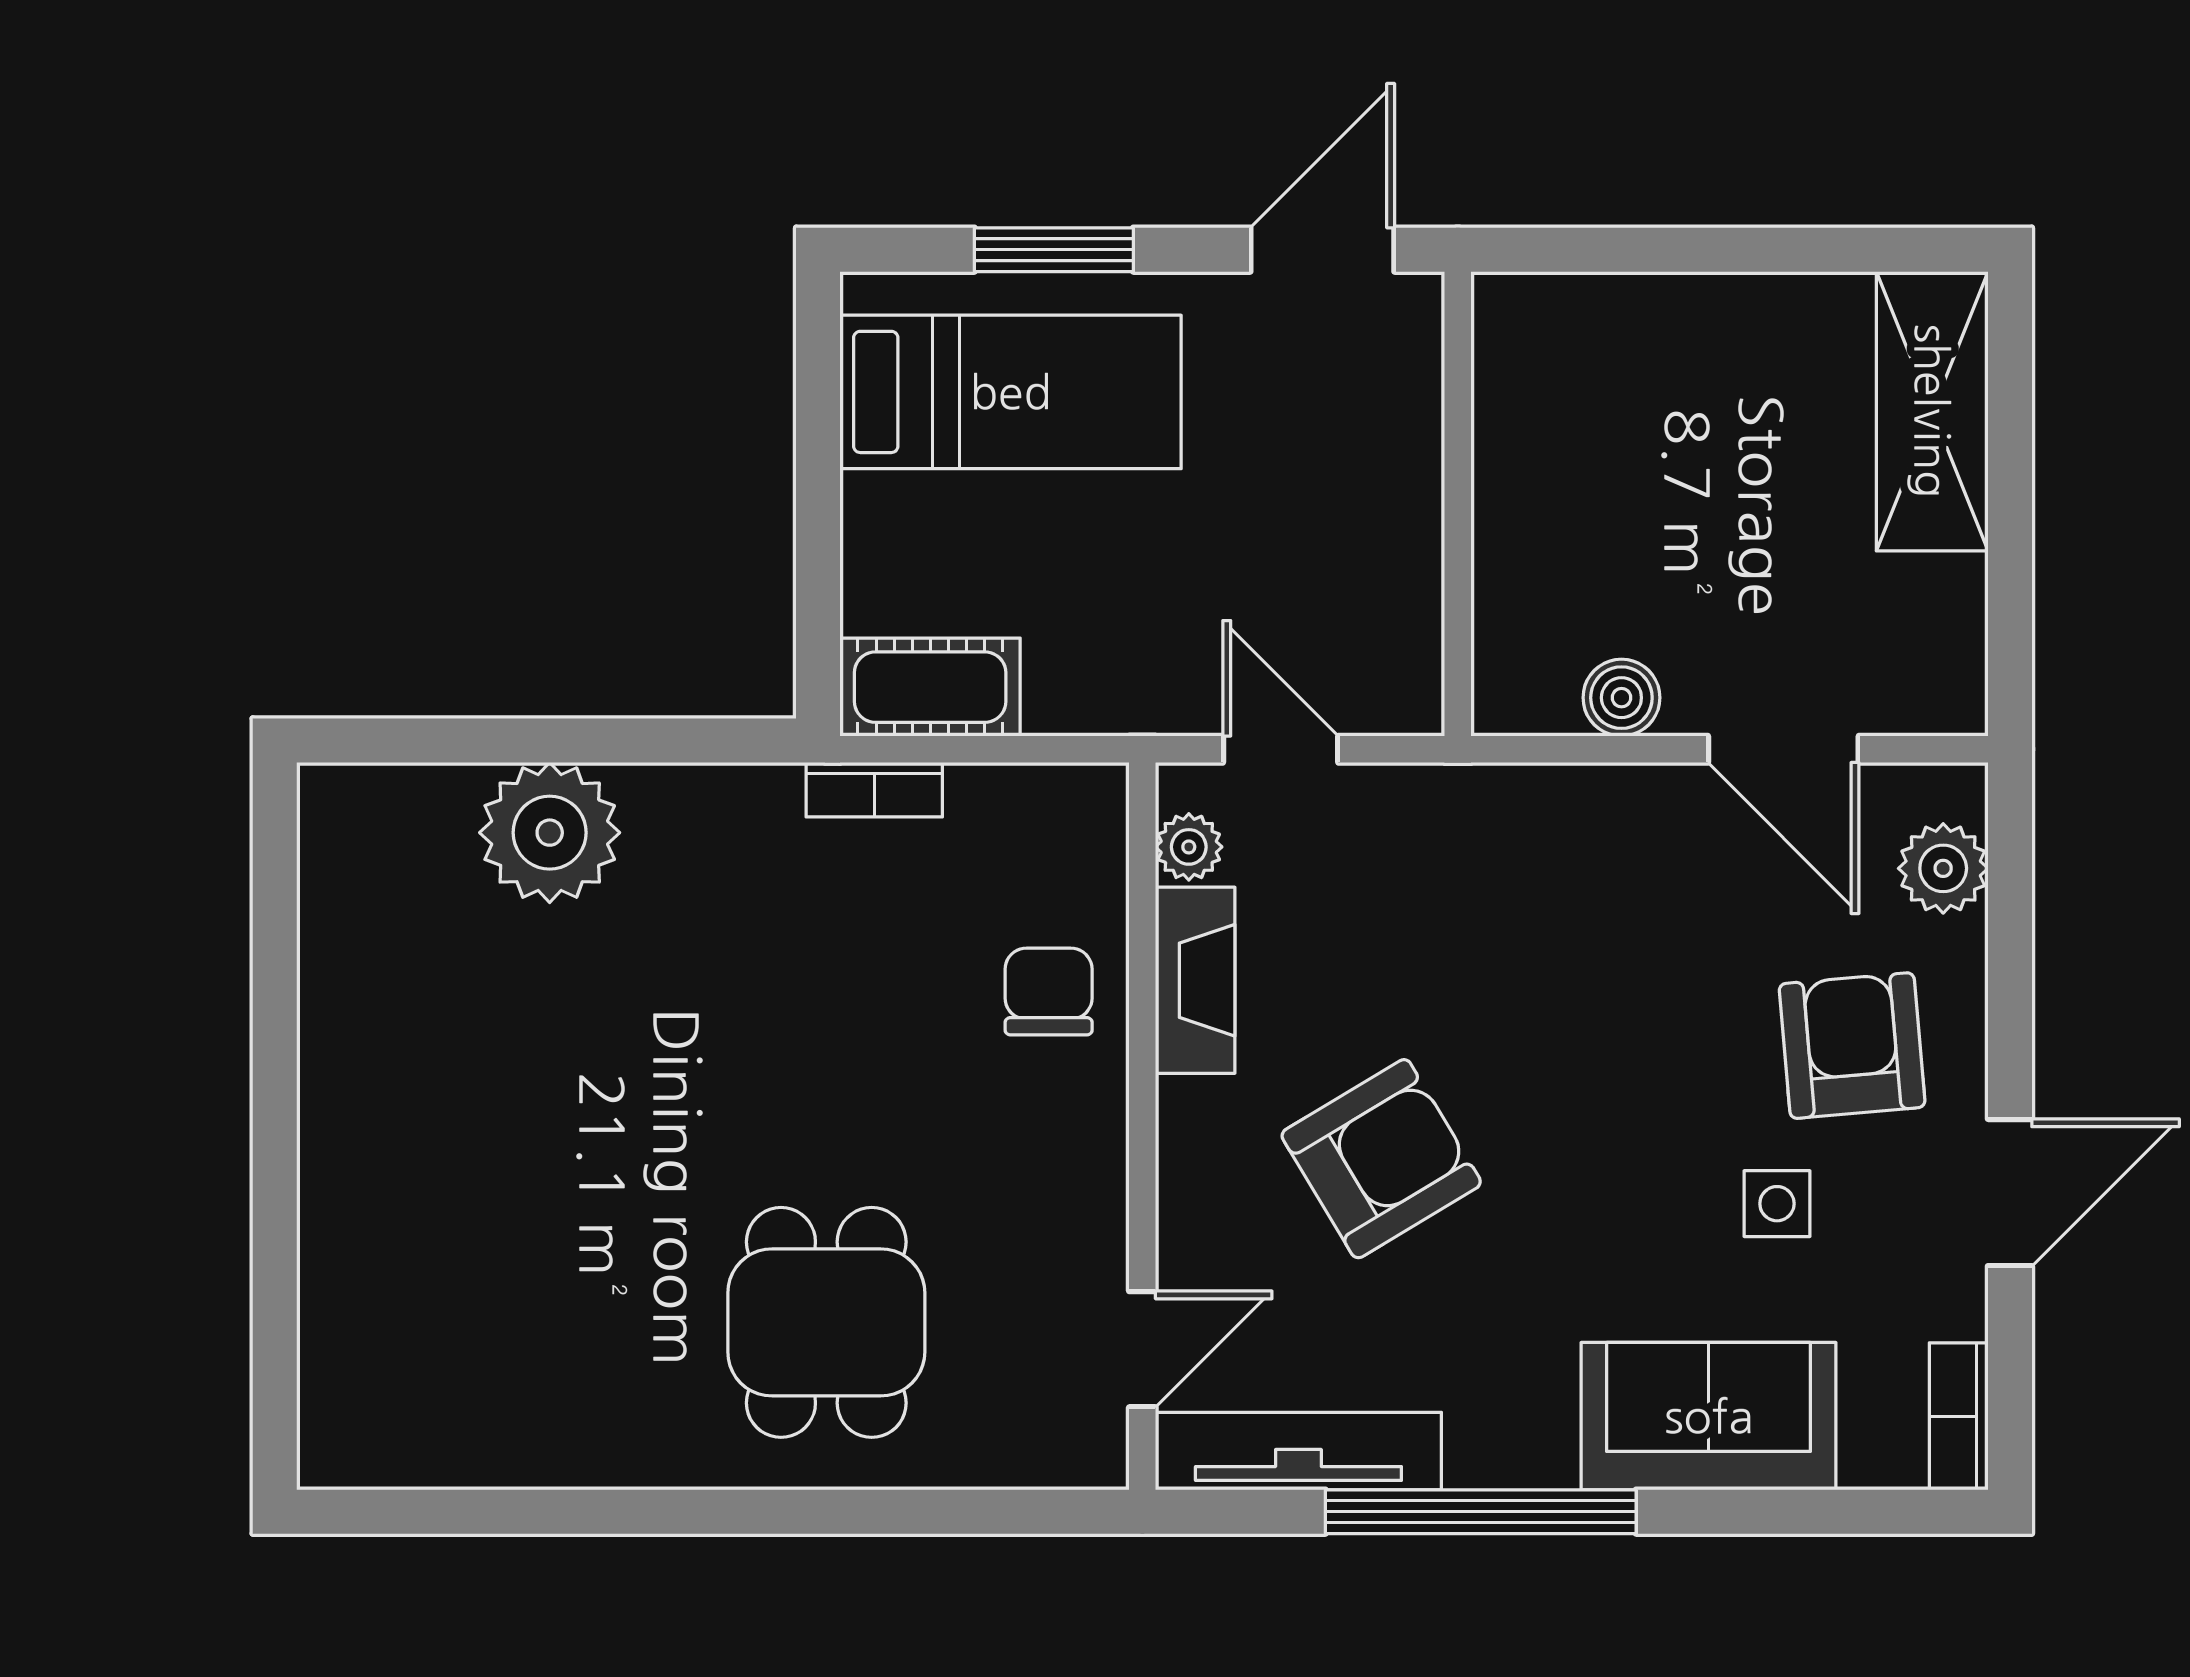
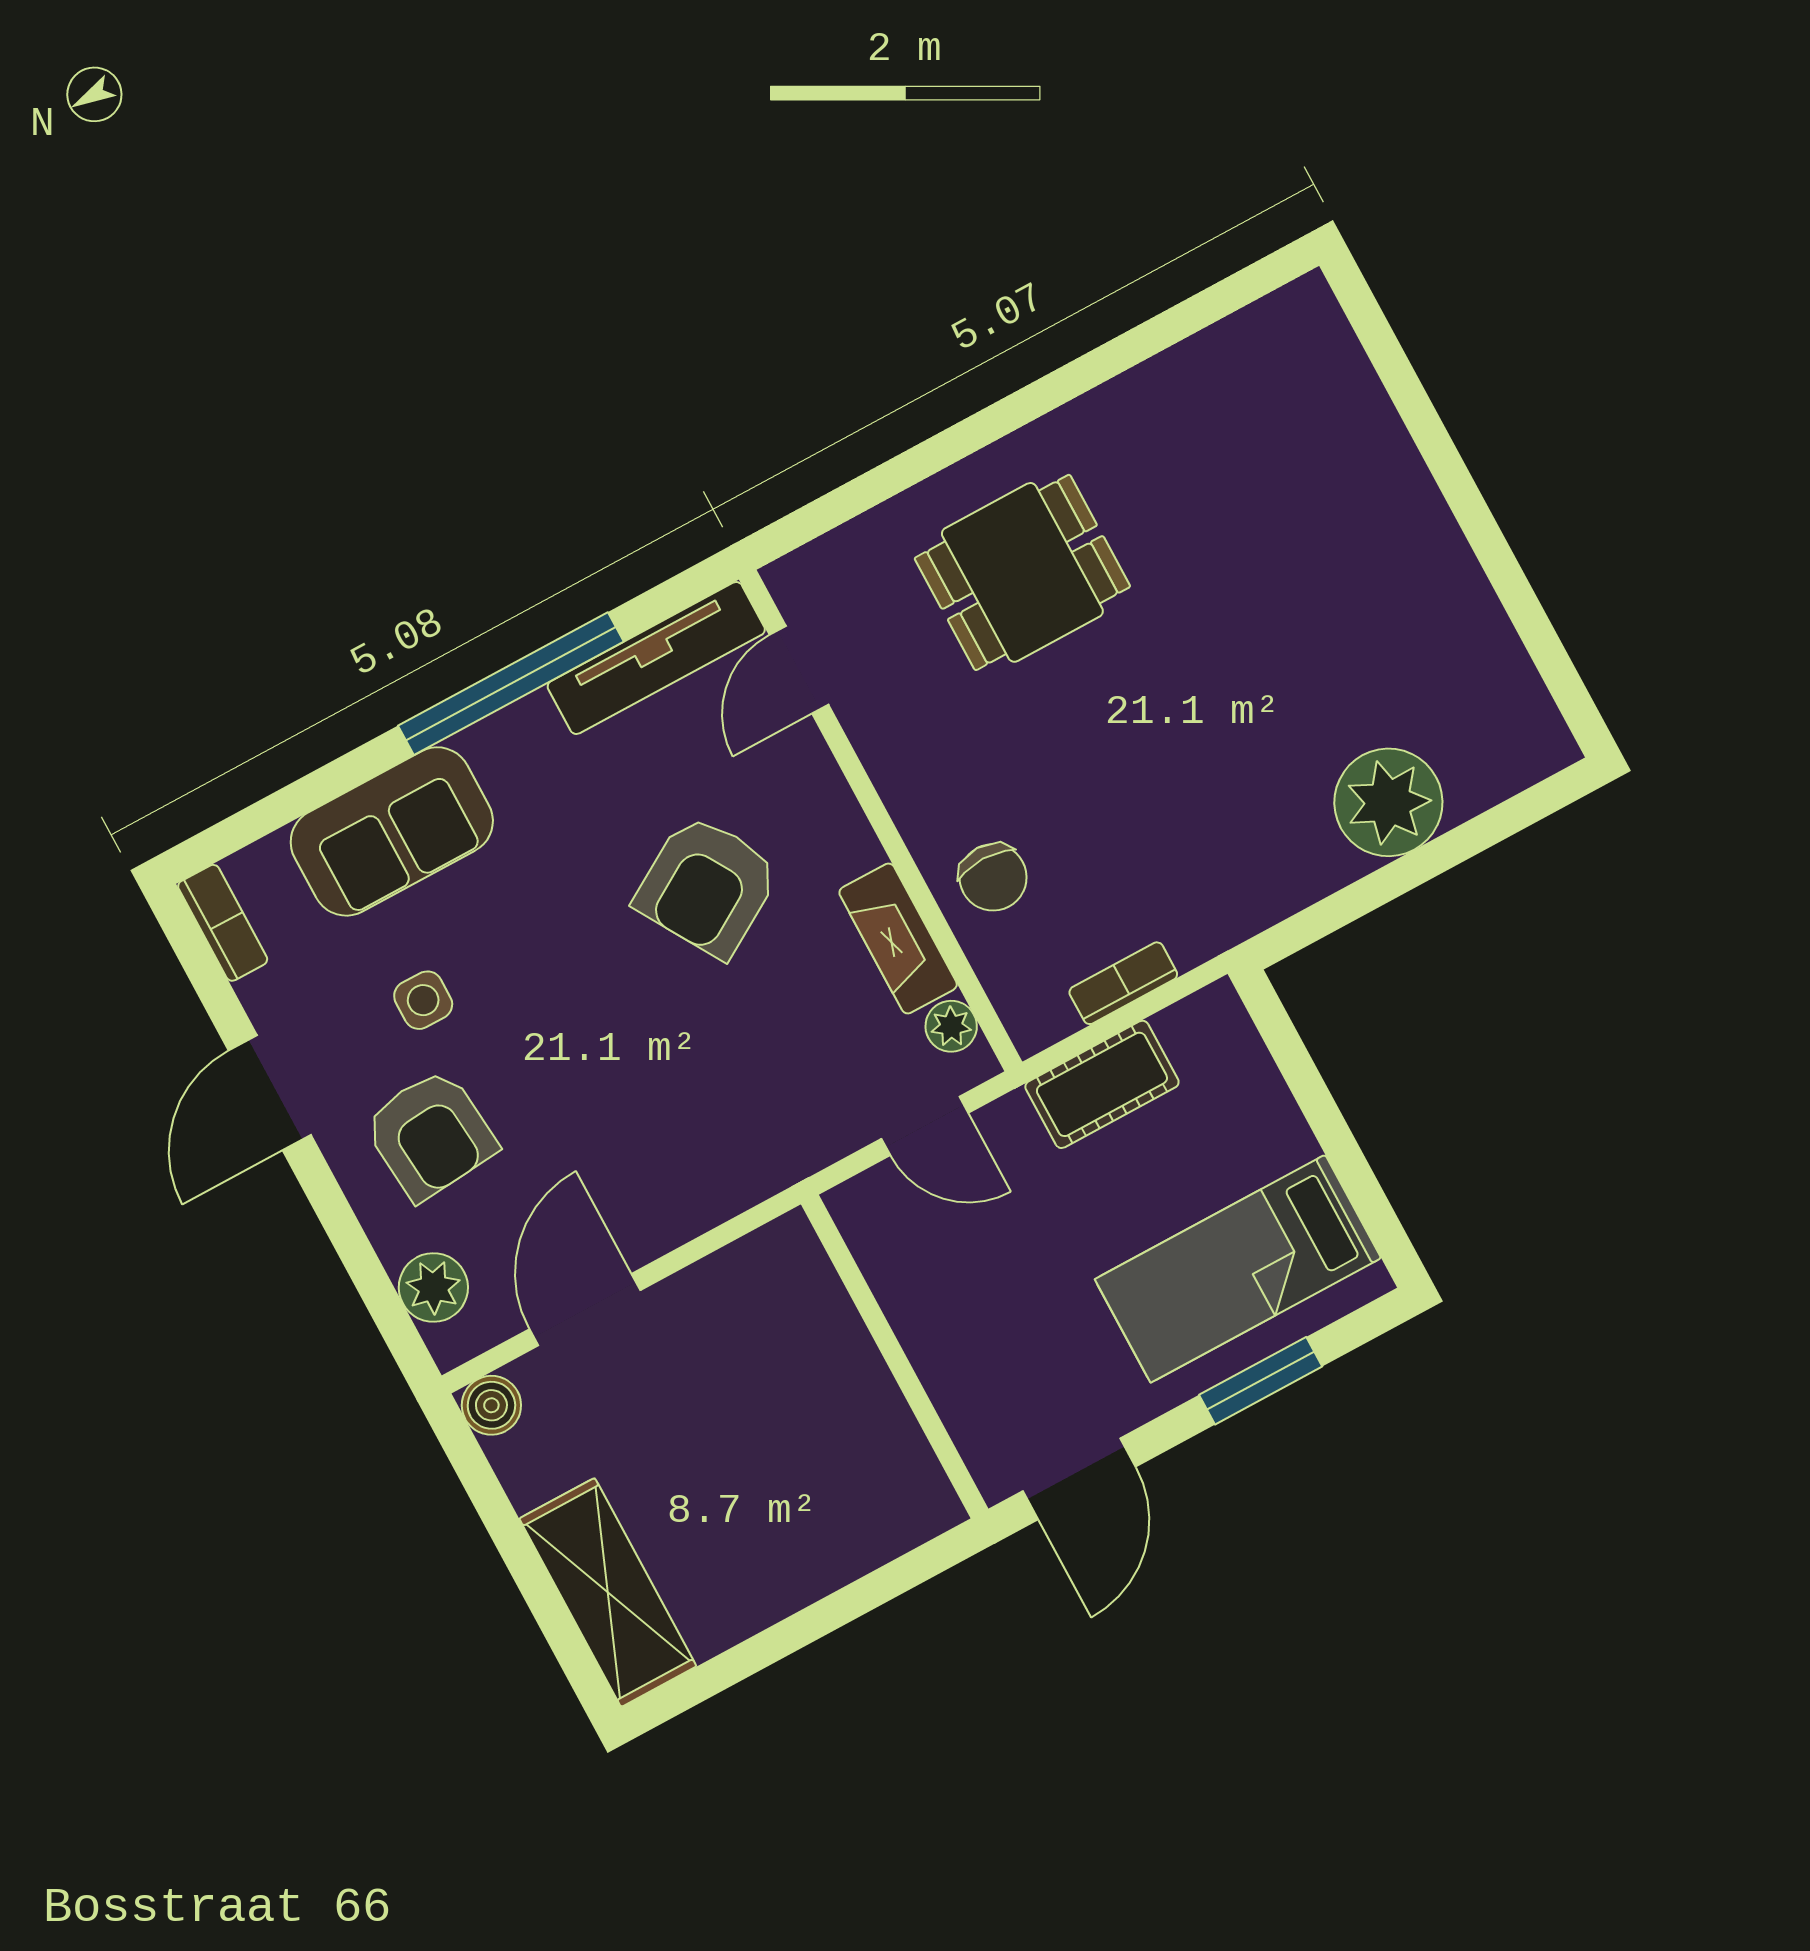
cot: (930, 687) -> (1102, 1084), moved
boiler: (1621, 698) -> (491, 1405), moved
door: (1783, 749) -> (585, 1310), hinge flipped
bookcase: (874, 790) -> (1123, 983), moved
dining table: (826, 1322) -> (1022, 572), turned 90

